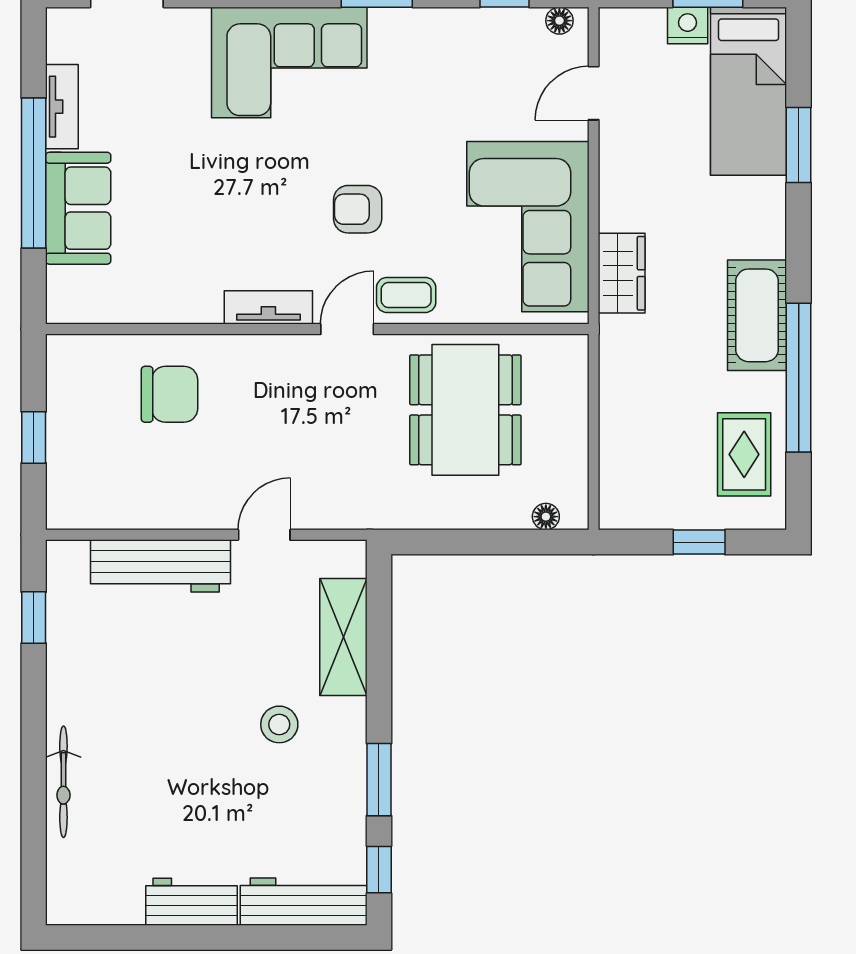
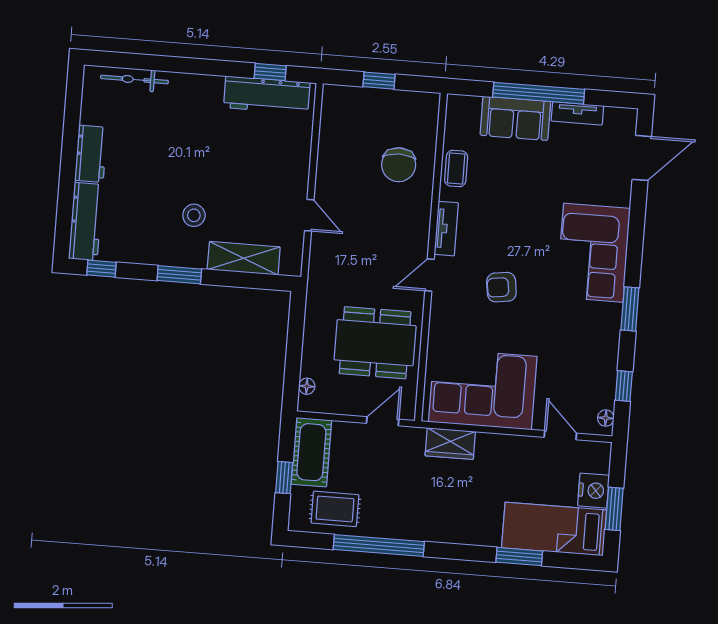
nightstand: (688, 25) -> (593, 491), width x1.36, depth x1.33
armchair: (358, 209) -> (501, 287), turned -98
coffee table: (406, 295) -> (456, 168), moved
cot: (757, 315) -> (311, 452), moved, turned 90
door: (347, 329) -> (430, 275), swing flipped
door: (594, 387) -> (383, 421), added
workbench: (160, 566) -> (267, 95), moved, turned -90
window: (379, 780) -> (179, 275), moved
bicycle: (63, 782) -> (134, 79), moved

